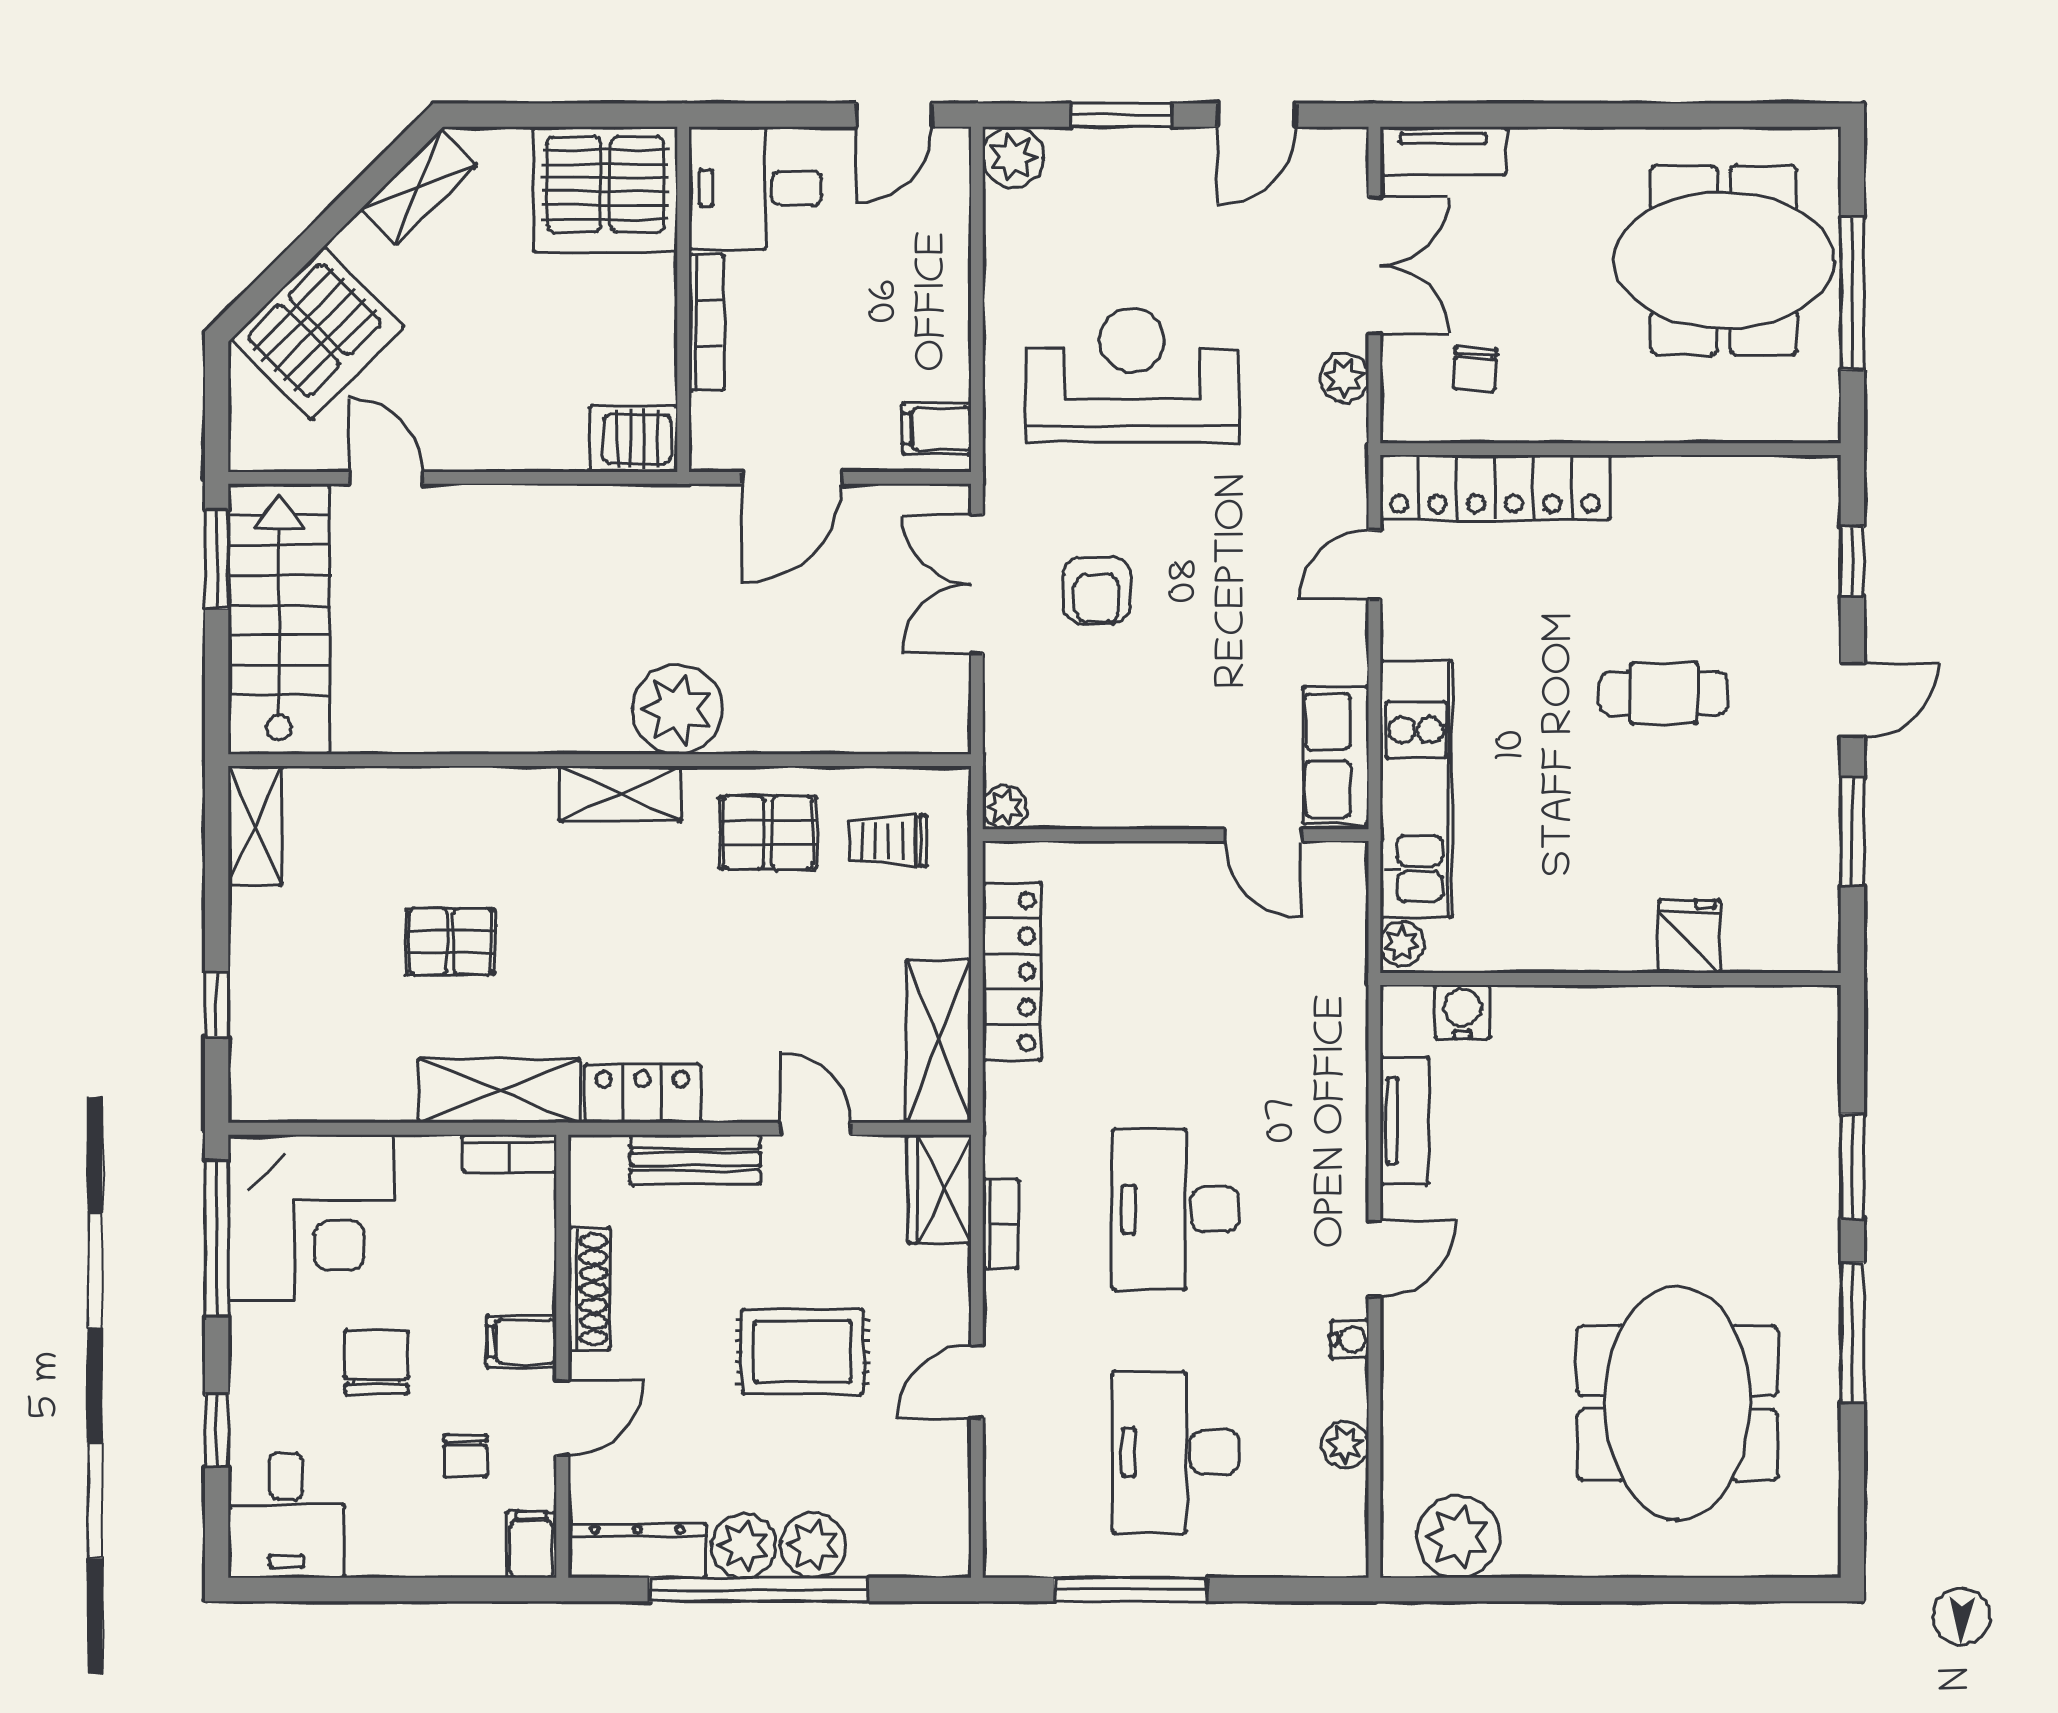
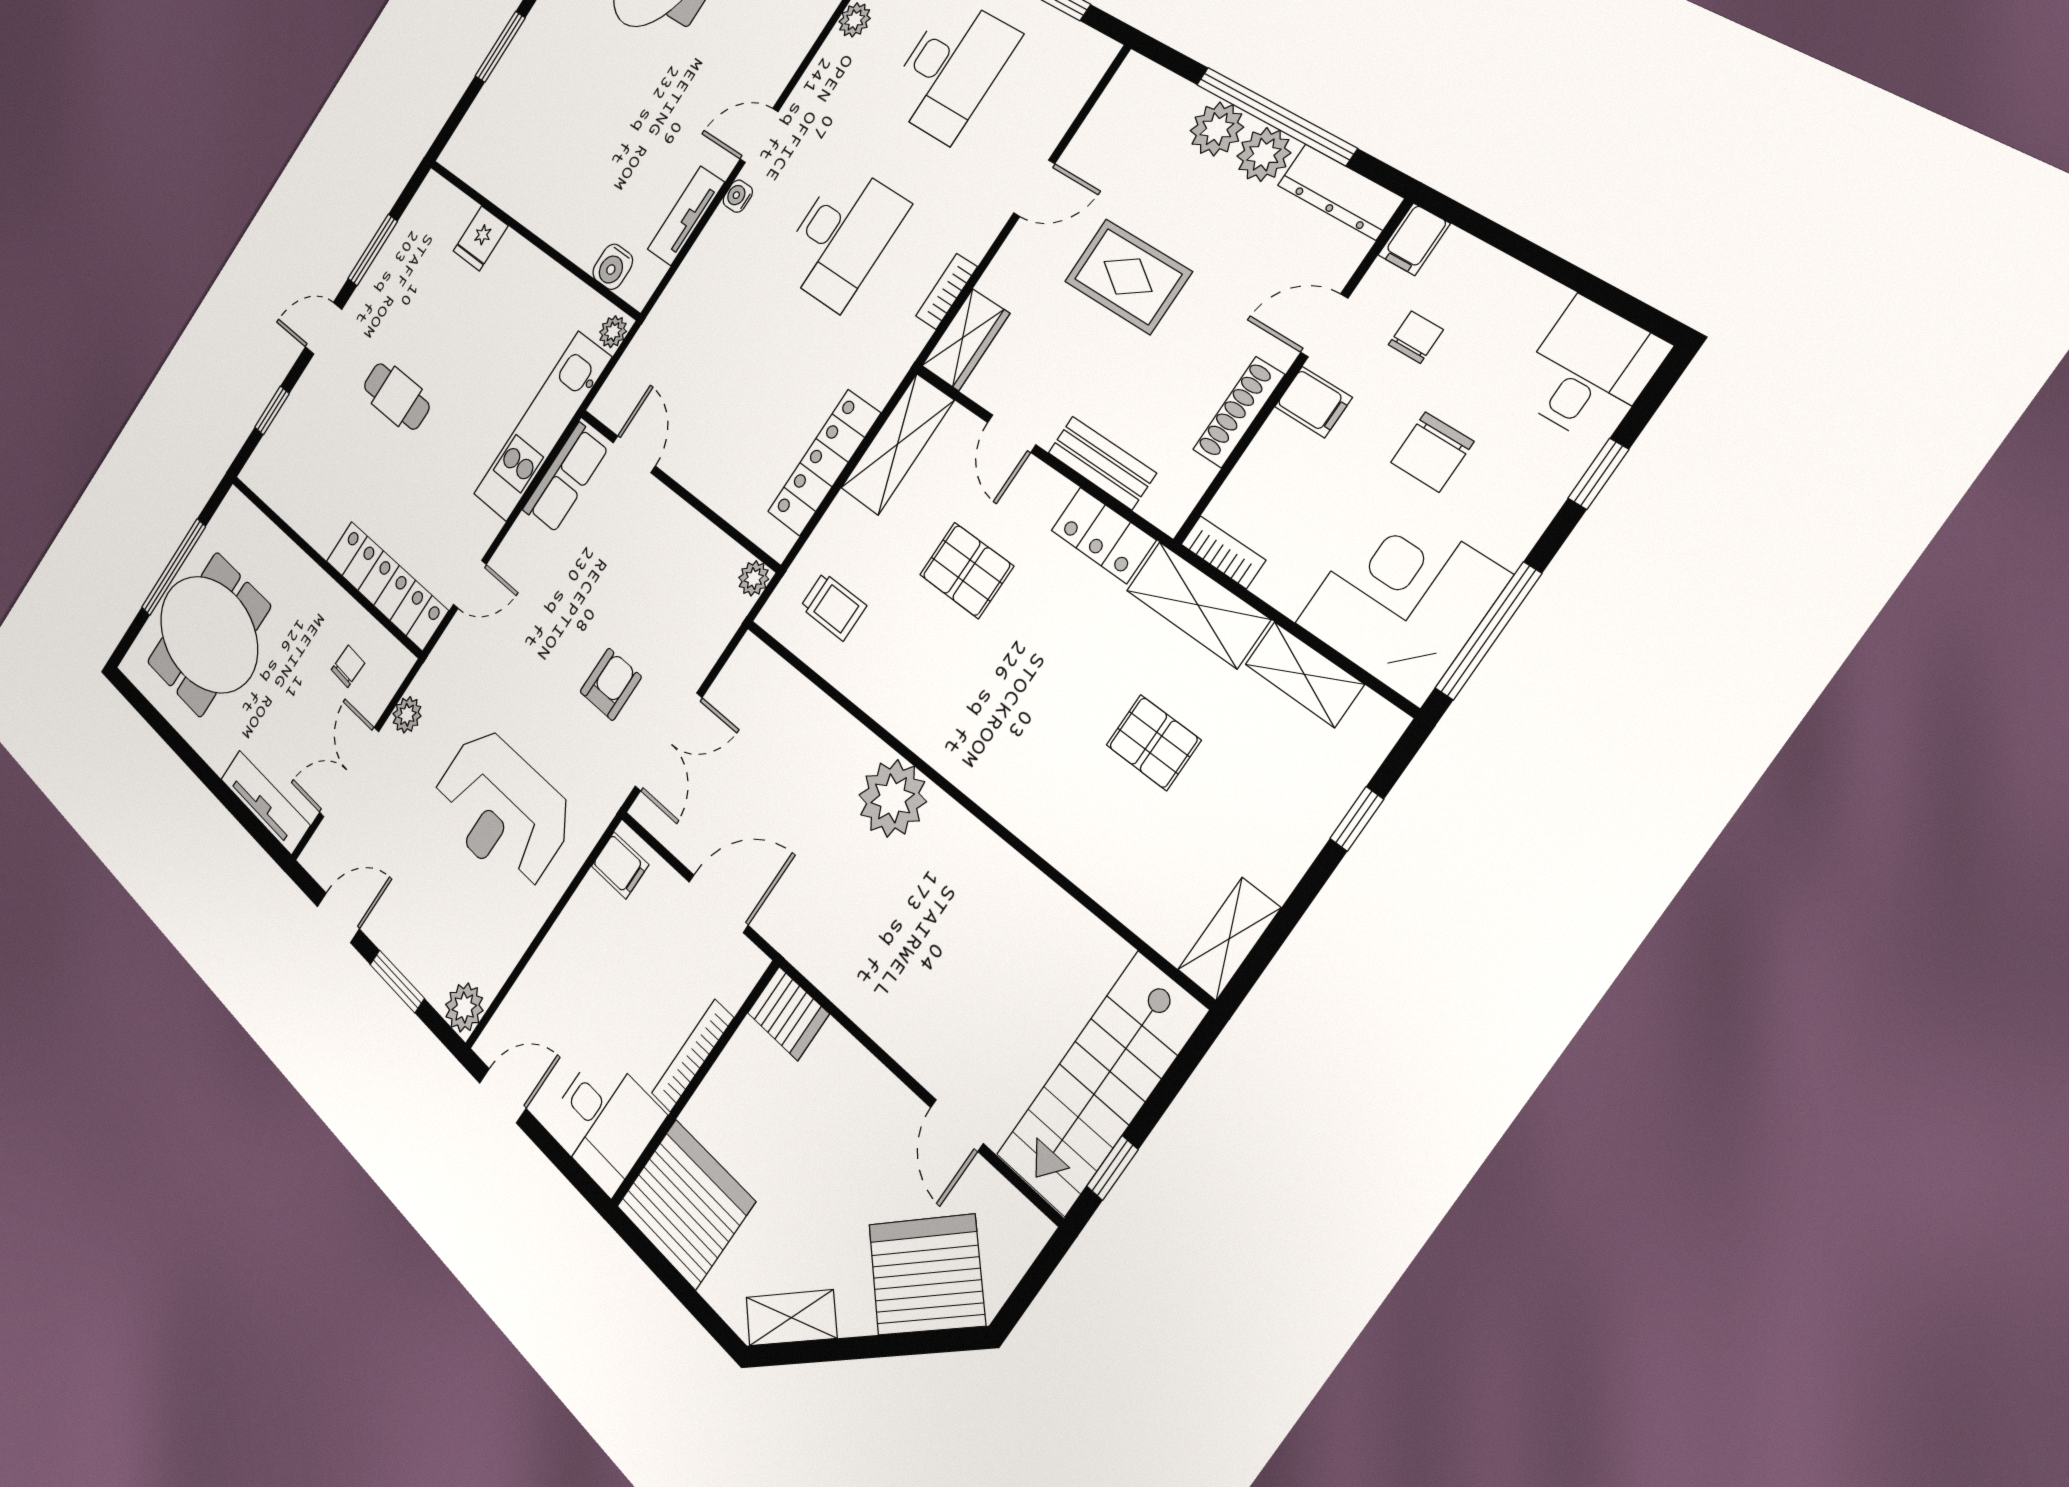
tv unit: (1443, 151) -> (265, 802), width x1.41
window: (217, 559) -> (1112, 1168), width x0.67
shelving: (620, 793) -> (1304, 674), moved
pallet: (768, 833) -> (966, 570), moved
water cooler: (1350, 1339) -> (738, 196), moved

